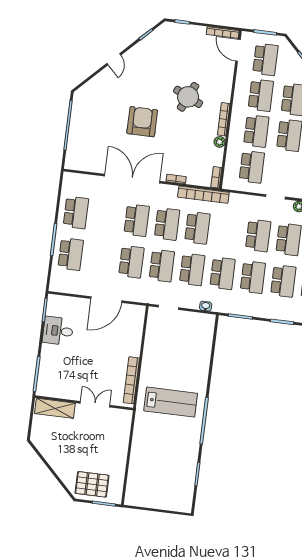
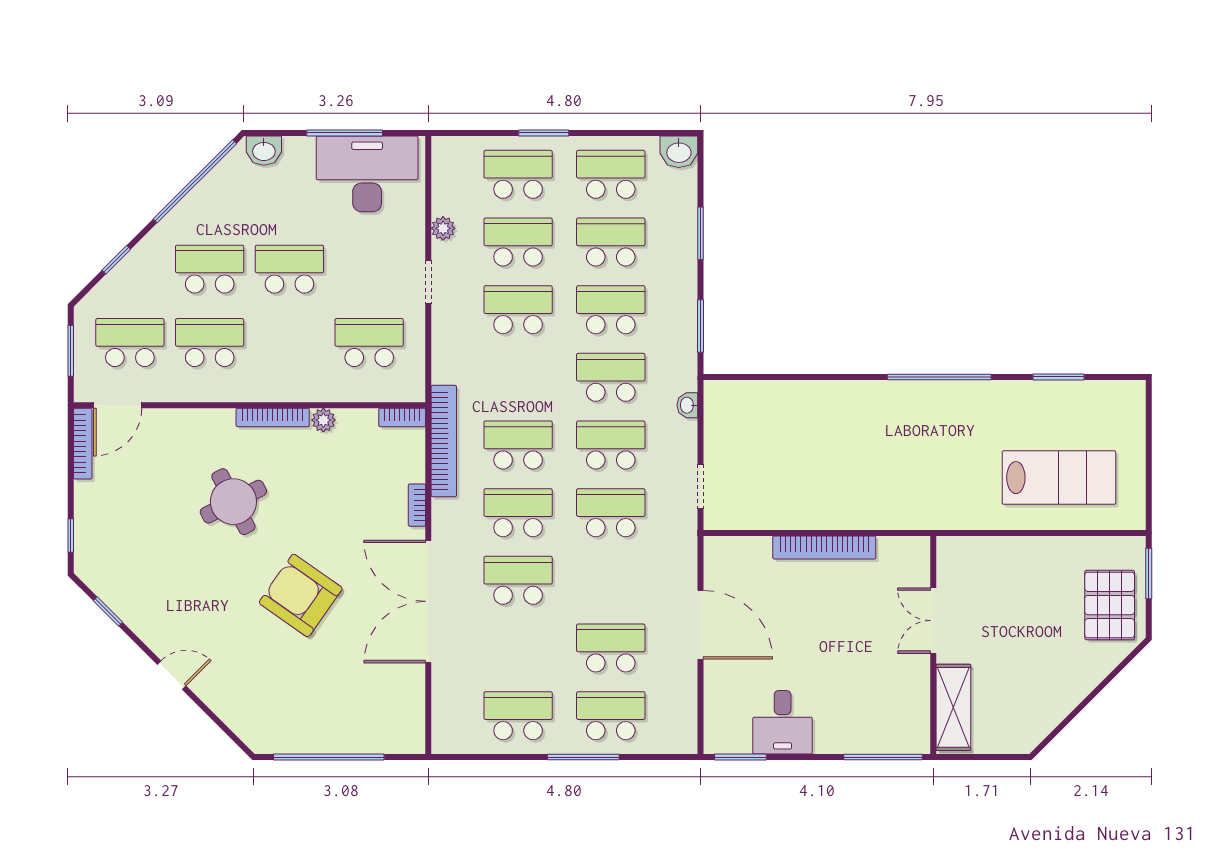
round table: (188, 97) -> (233, 502), turned 38
armchair: (142, 122) -> (301, 595), turned 35
school desk: (256, 131) -> (289, 343), removed
school desk: (131, 262) -> (611, 648), moved
bookcase: (131, 380) -> (824, 547), moved
lab bench: (171, 402) -> (1059, 478), moved, turned 90

